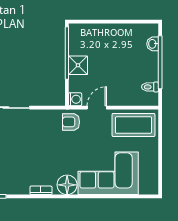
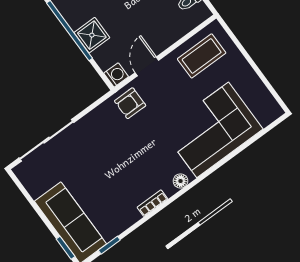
coffee table: (134, 125) -> (202, 56), width x0.73, depth x0.76
floor lamp: (67, 185) -> (180, 181), width x0.53, depth x0.53

